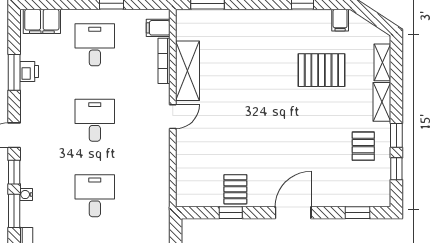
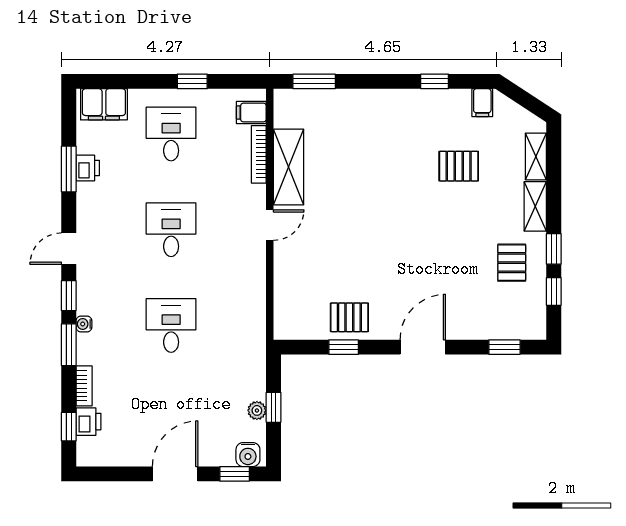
pallet: (321, 70) -> (459, 166), width x0.67, depth x0.71
pallet: (235, 189) -> (349, 317), turned 90

